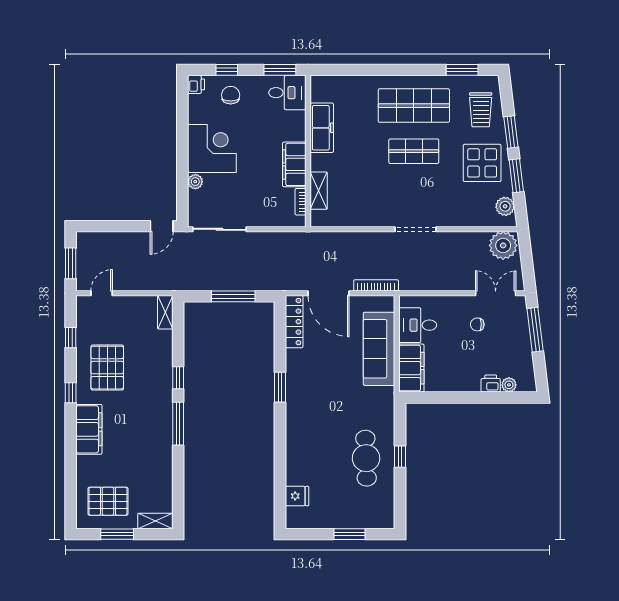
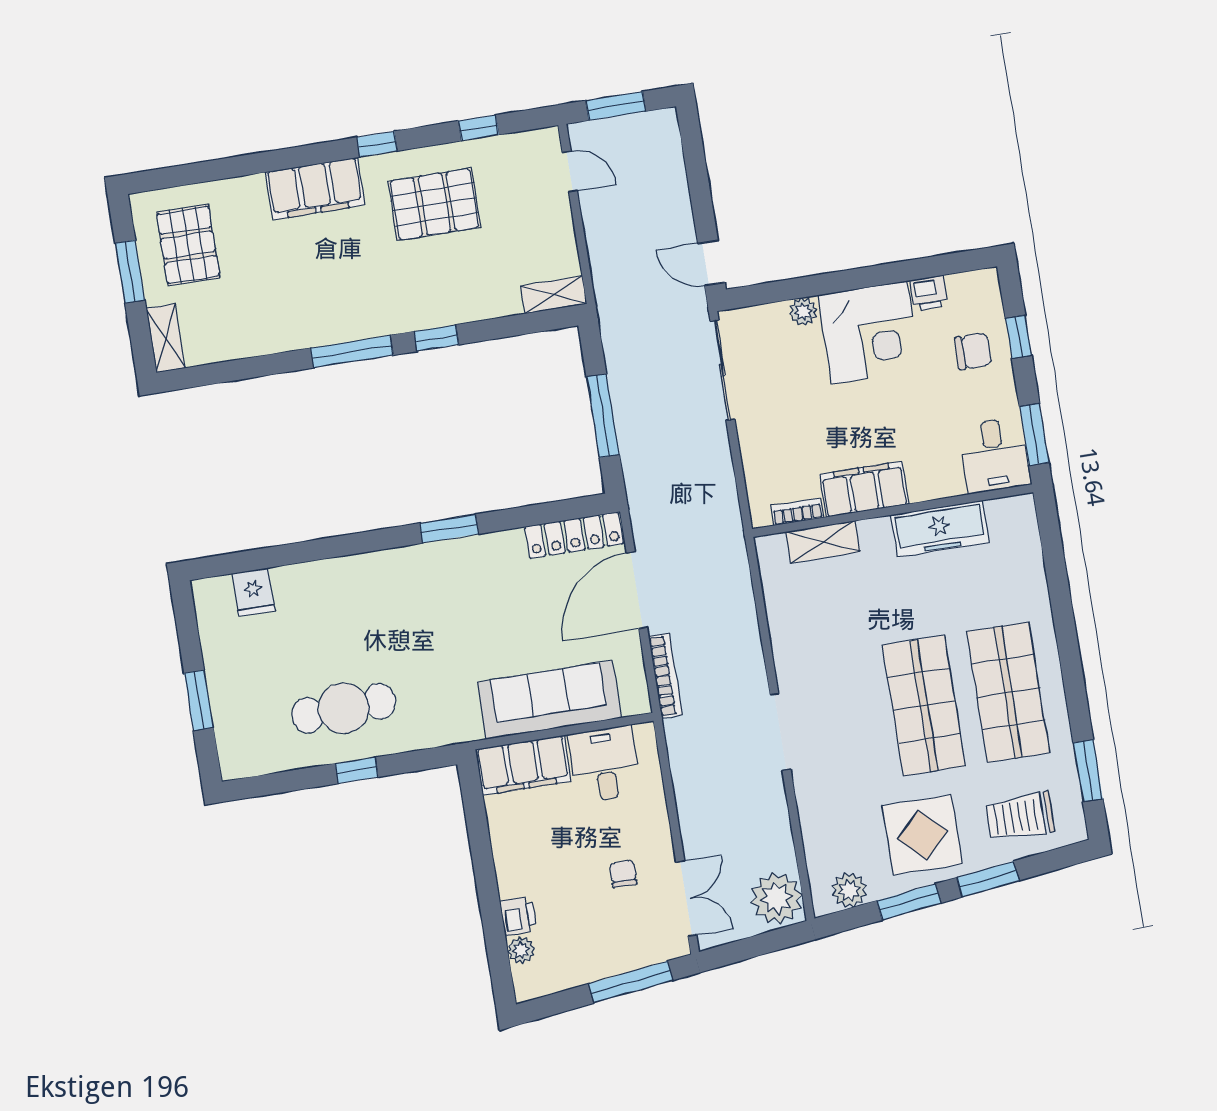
printer: (196, 84) -> (929, 293), moved
shop shelf: (414, 151) -> (924, 706), width x1.43, depth x1.36

